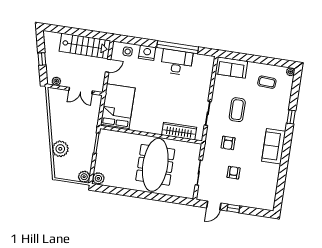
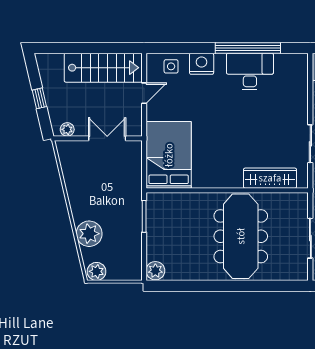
double door: (81, 91) -> (107, 138), swing flipped
plant: (84, 177) -> (96, 271), moved

